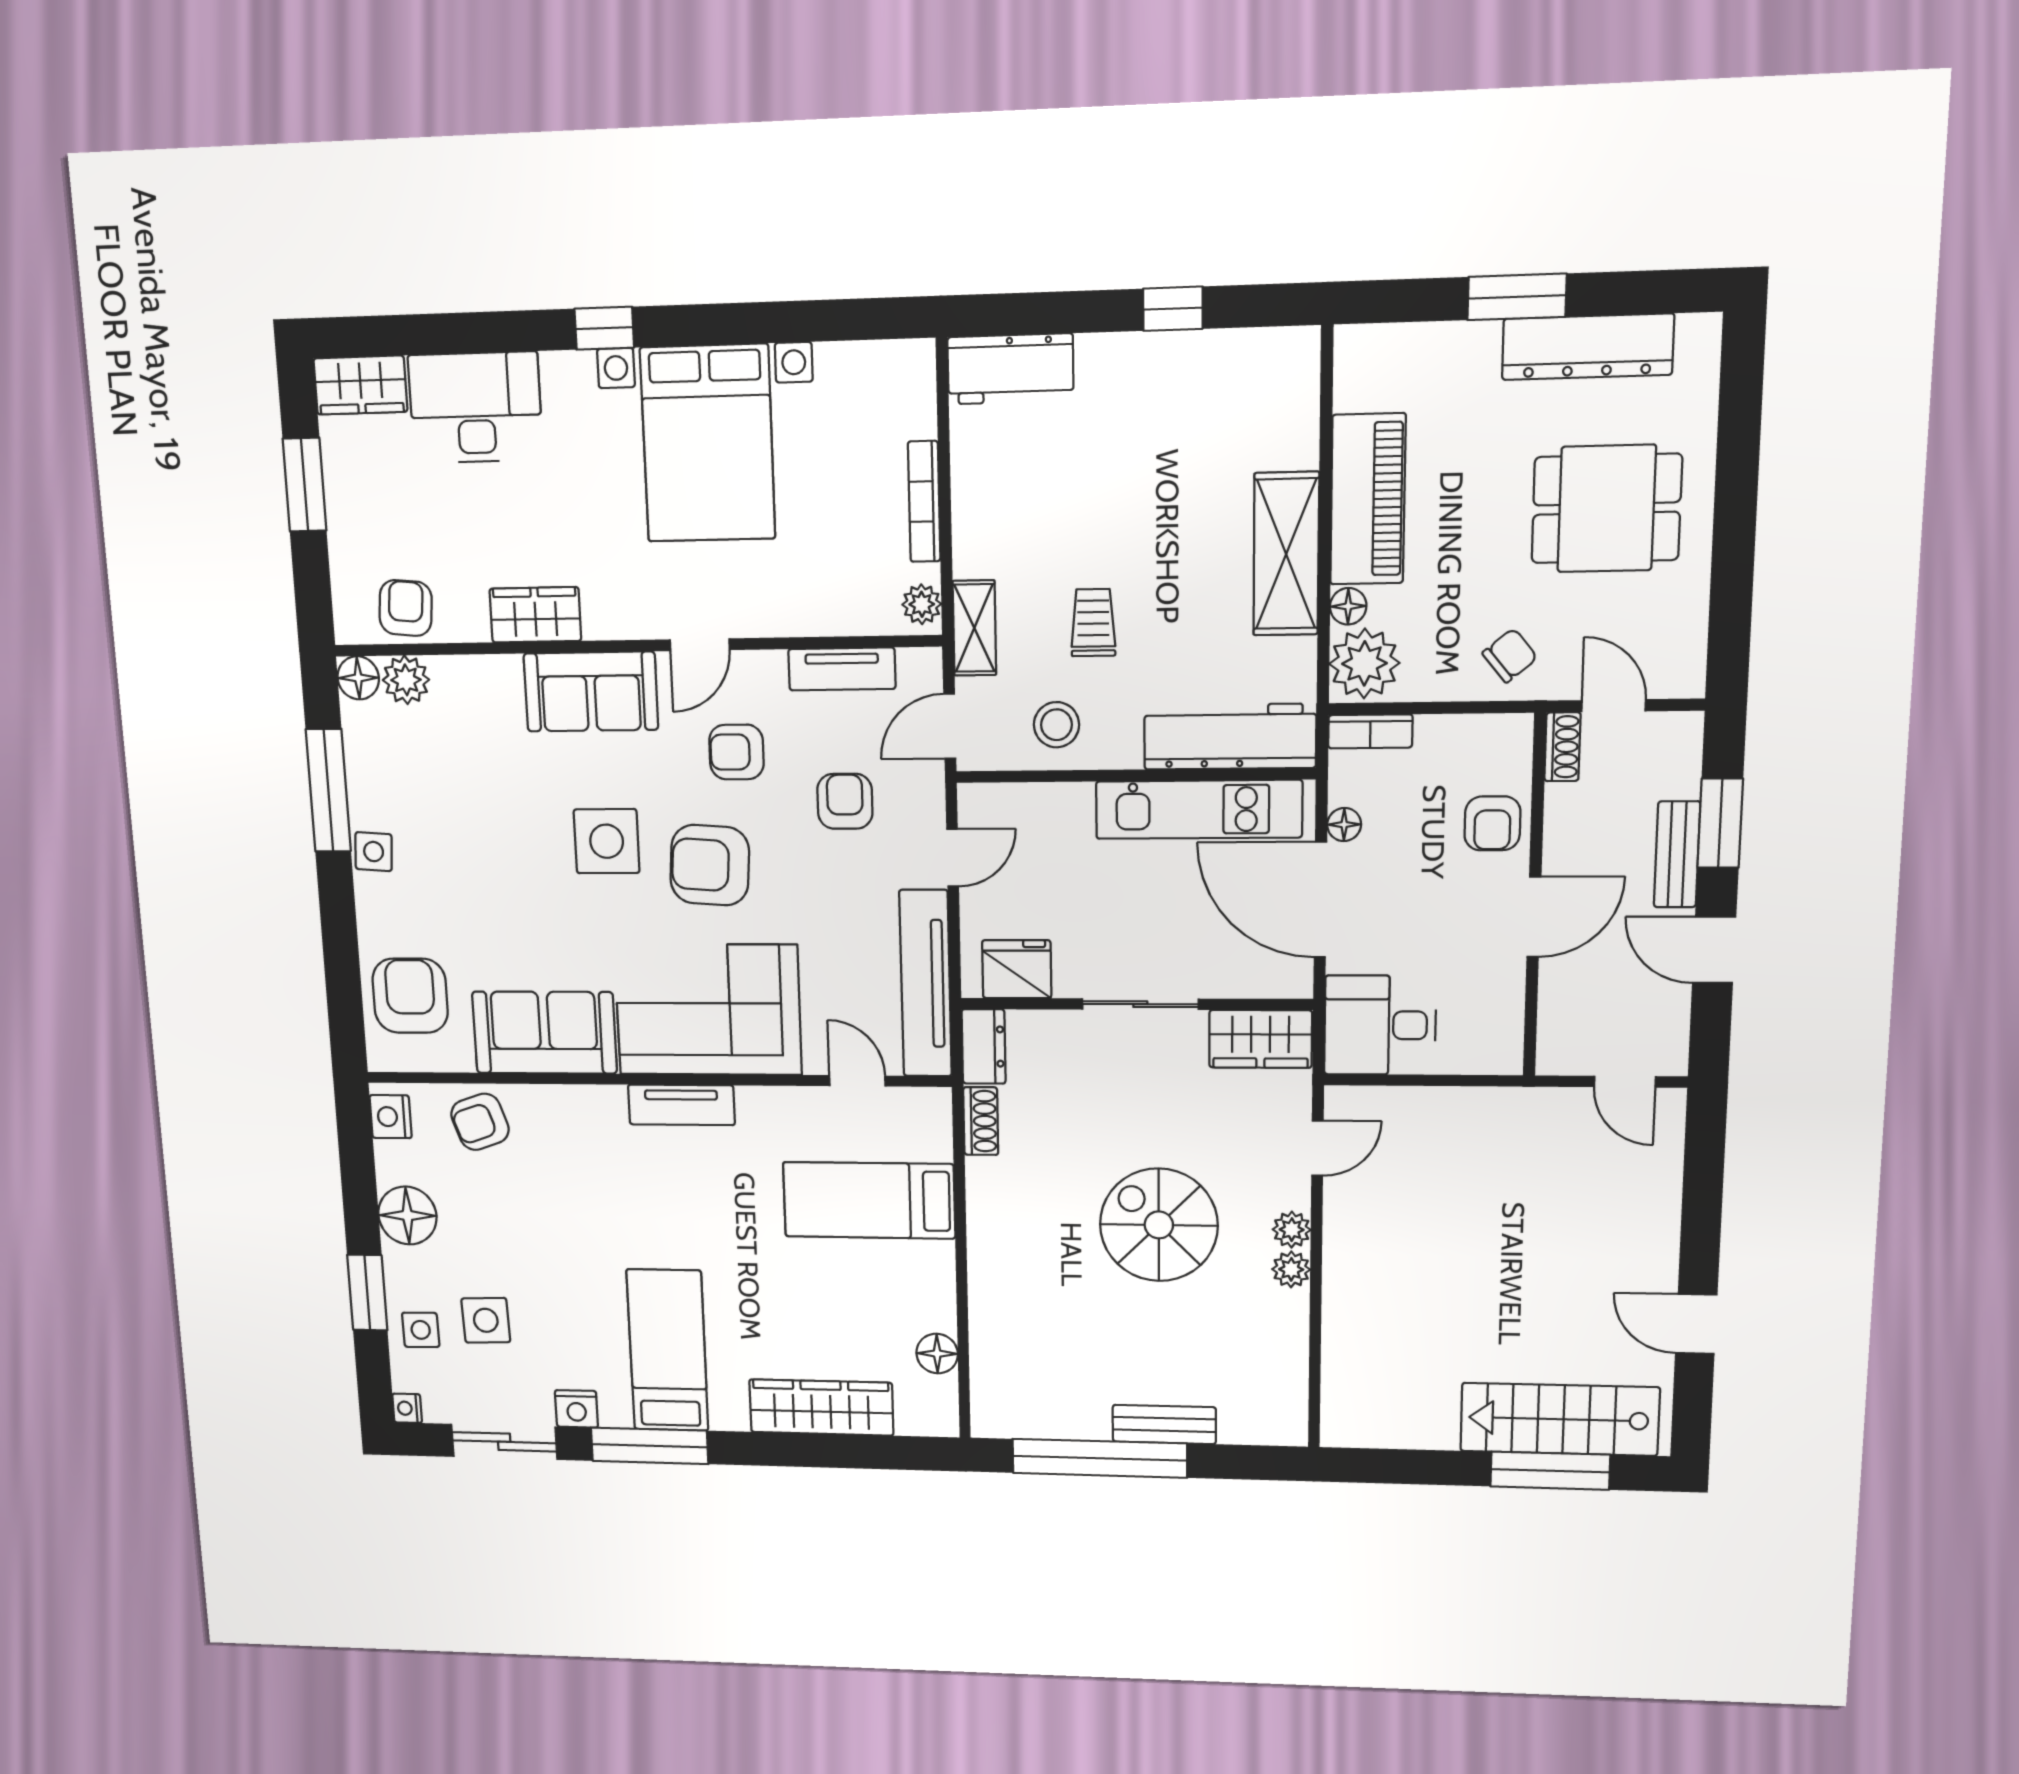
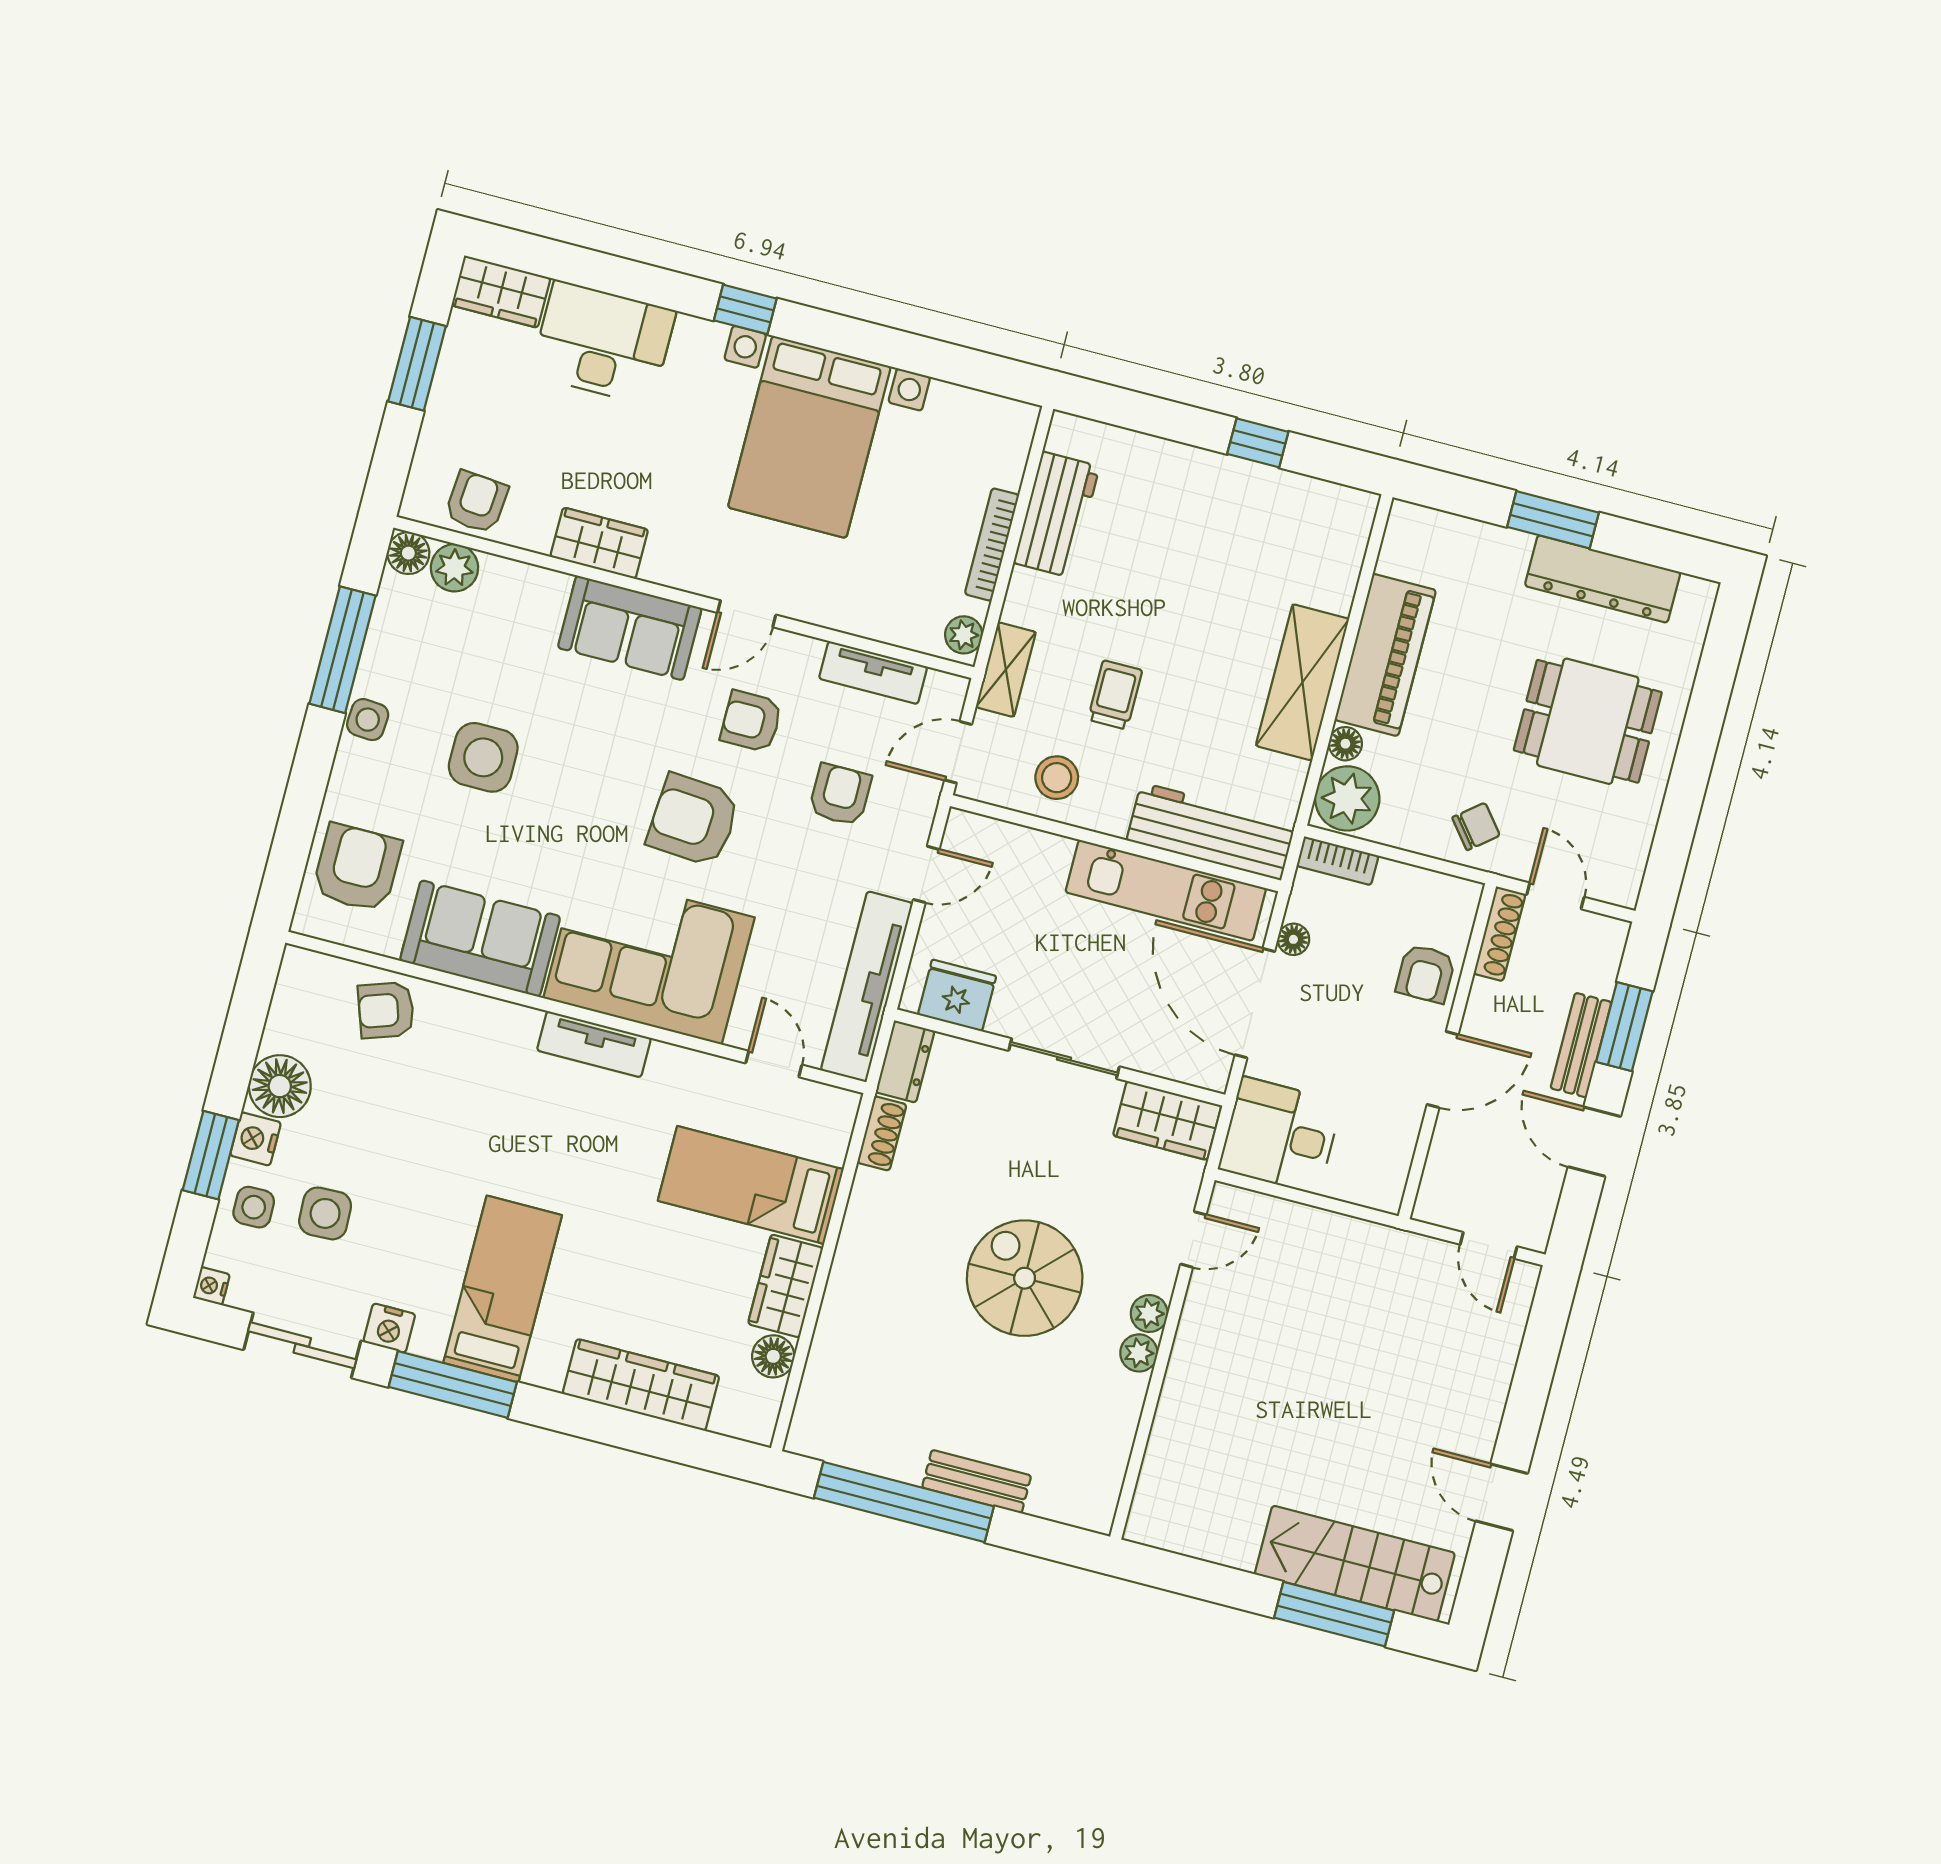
workbench: (1010, 369) -> (1057, 515), moved, turned -90
shoe rack: (1562, 747) -> (1500, 934), width x1.43
side table: (607, 841) -> (483, 757), moved
nightstand: (391, 1117) -> (256, 1139), moved
wardrobe: (930, 1286) -> (786, 1286), added

